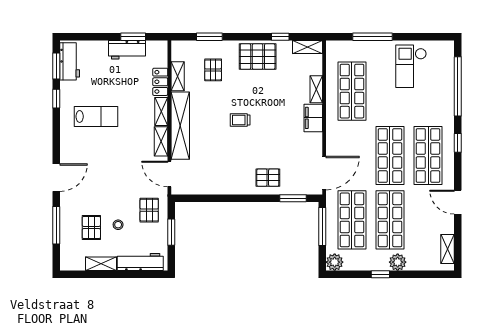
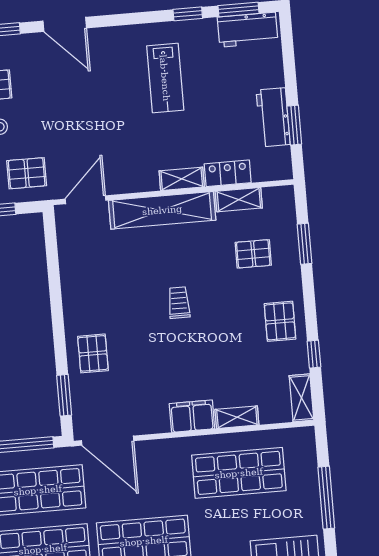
pallet: (258, 57) -> (280, 321), width x0.67, depth x0.71
shelving: (161, 141) -> (135, 182), removed

